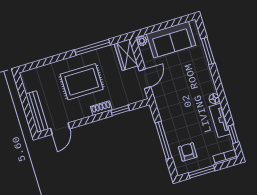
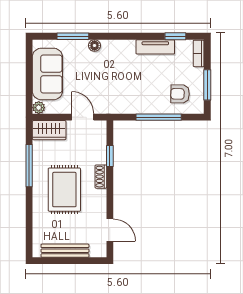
floor lamp: (214, 99) -> (94, 46), moved
bench: (37, 112) -> (65, 251), moved

